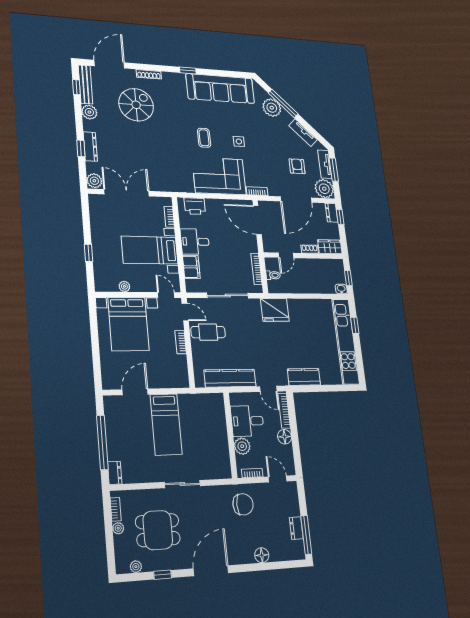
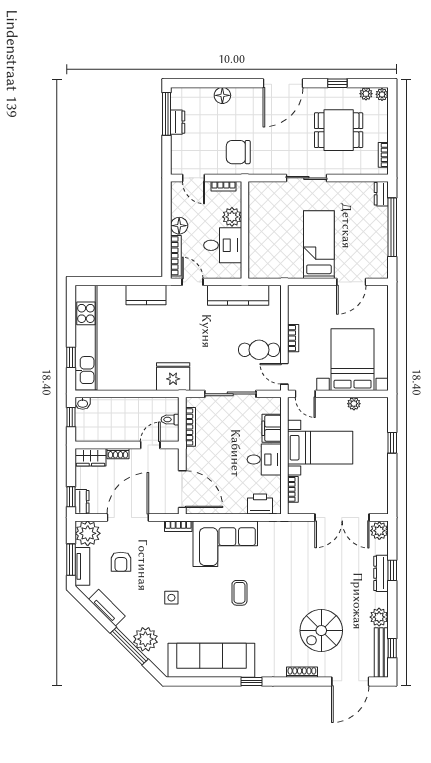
side table: (239, 141) -> (171, 598), moved
plant: (118, 528) -> (382, 94), moved

